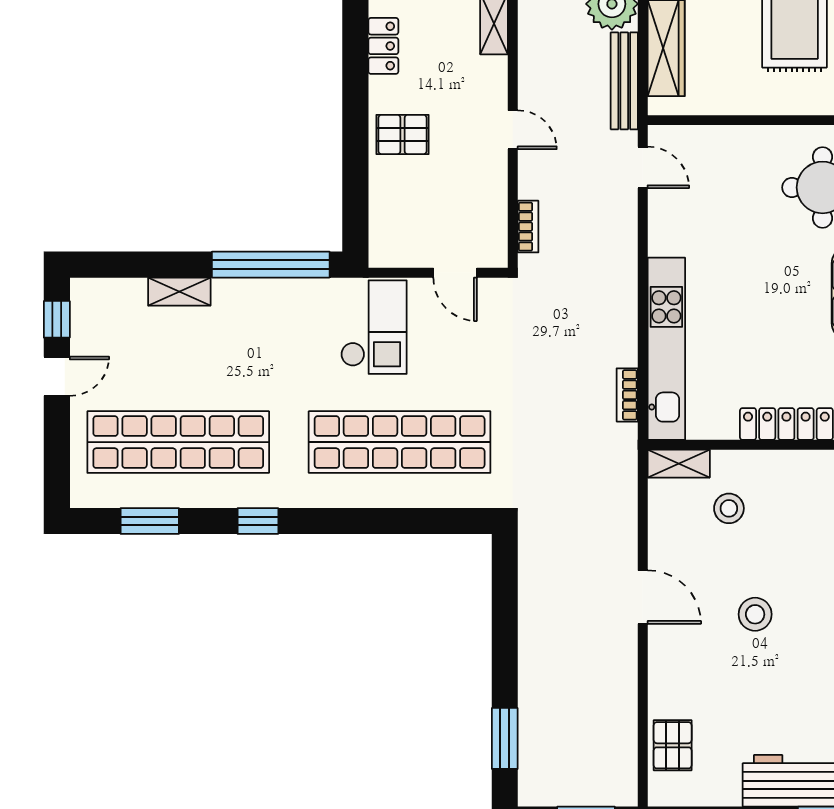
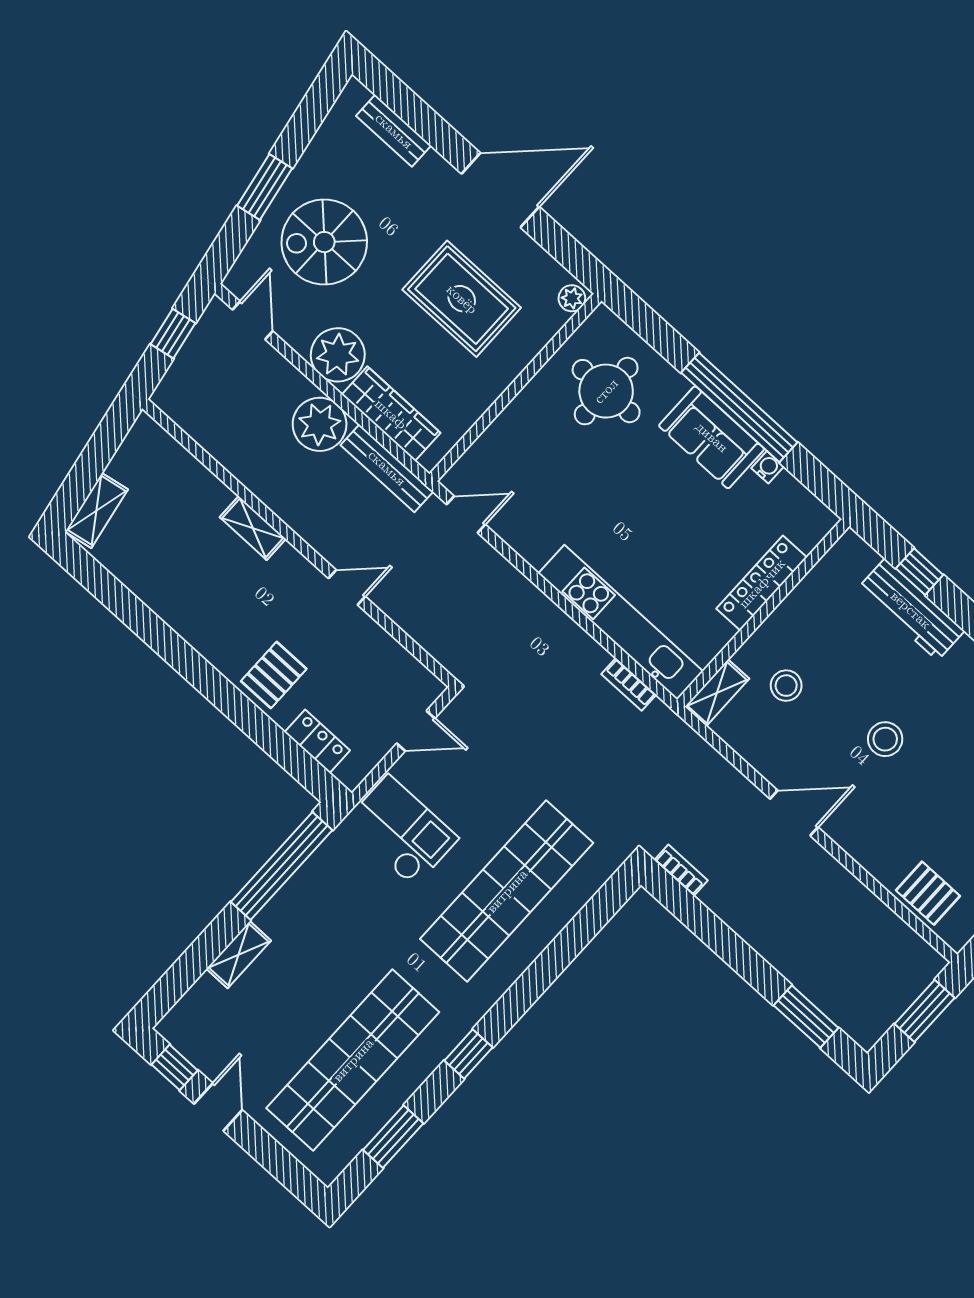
locker: (383, 46) -> (317, 741), moved
bookcase: (528, 227) -> (681, 870), moved

